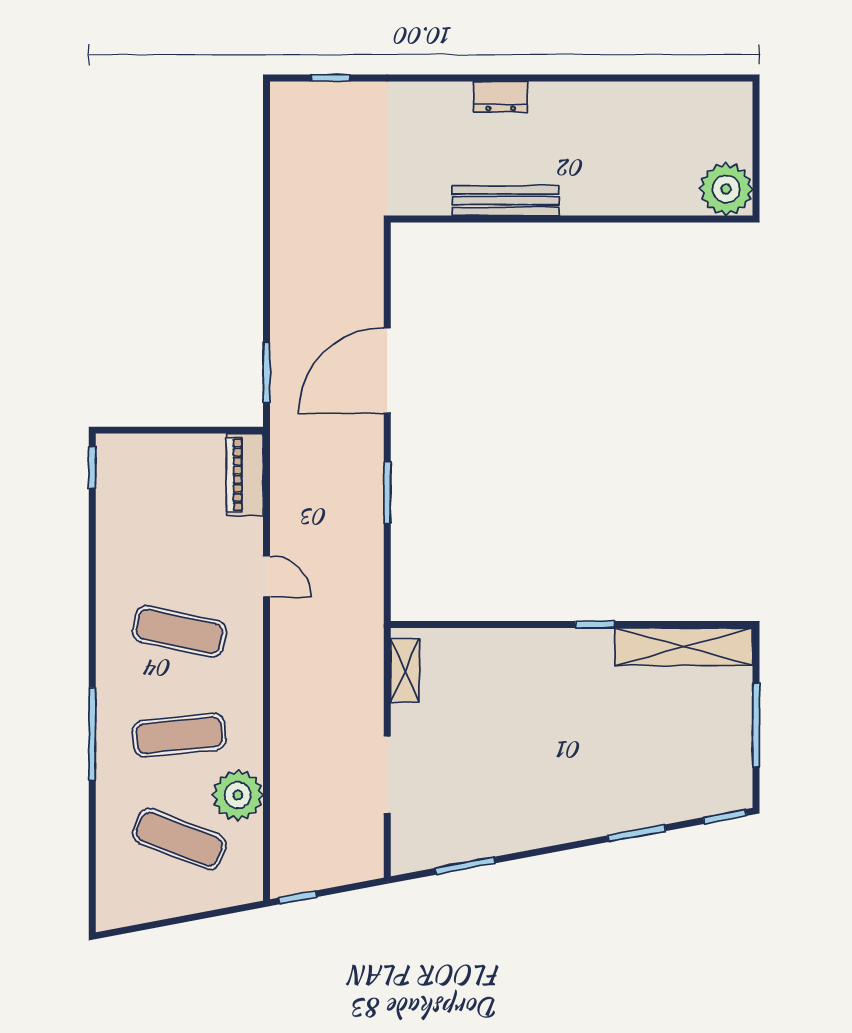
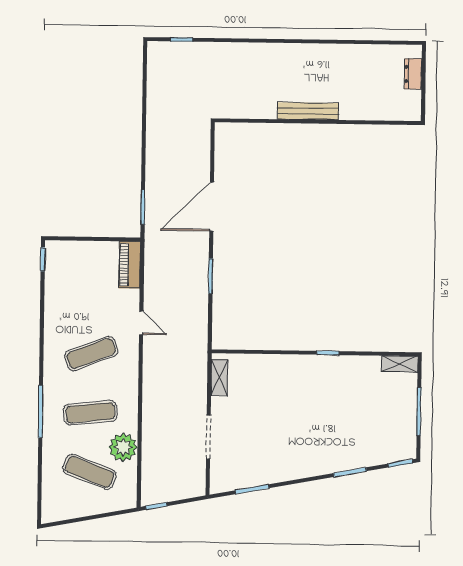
dresser: (501, 97) -> (413, 74), moved, turned 90
plant: (726, 189) -> (406, 106), removed
bench: (506, 201) -> (308, 111), moved
exercise mat: (179, 631) -> (91, 353), turned -33
shelving: (684, 647) -> (400, 364), width x0.45, depth x0.75

